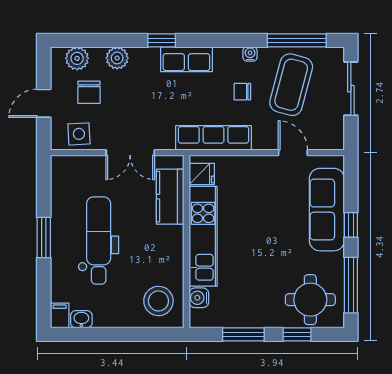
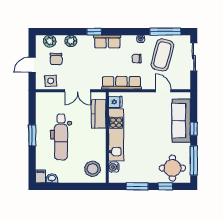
dental chair: (99, 240) -> (61, 137), turned 180

